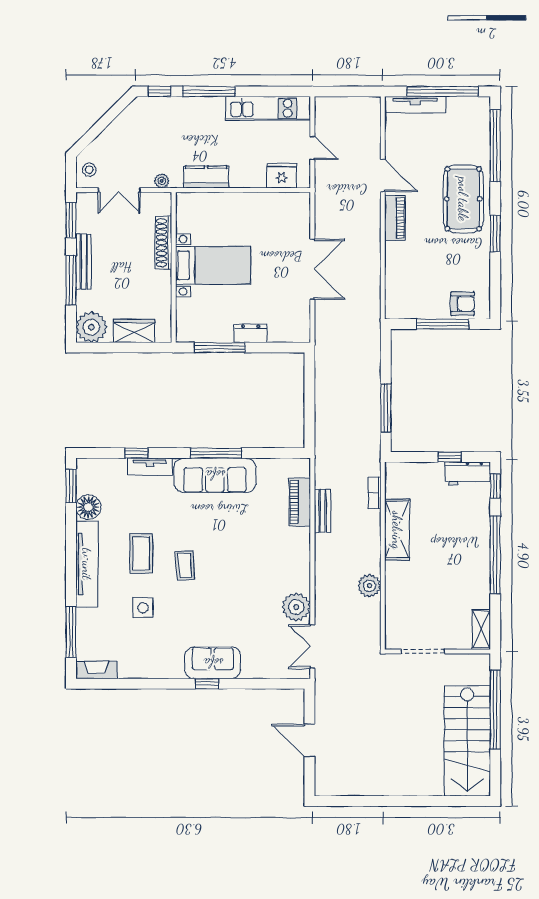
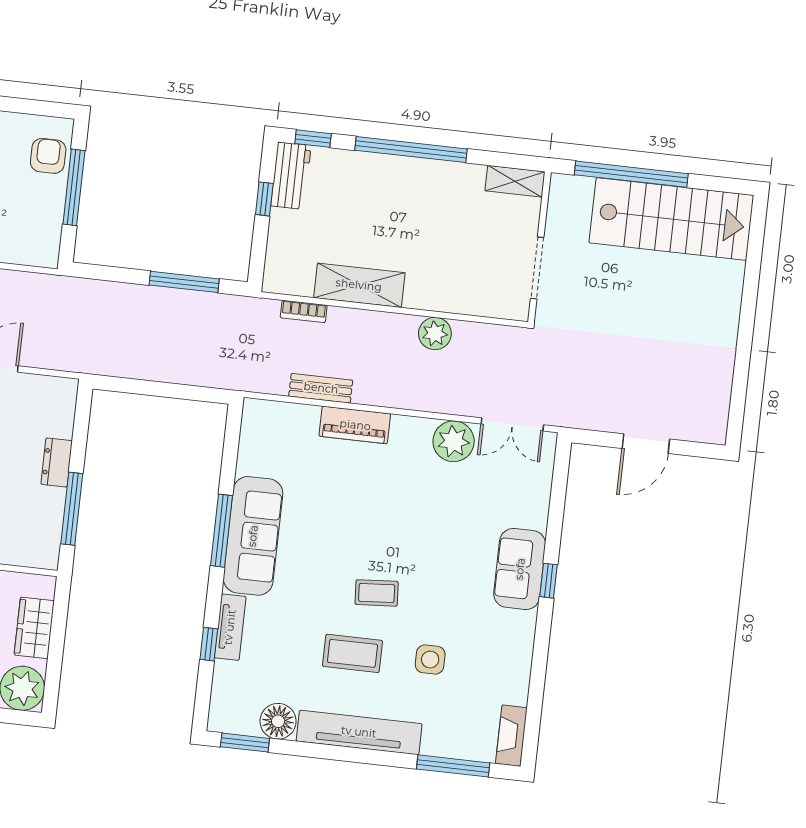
piano: (300, 502) -> (355, 425), moved

